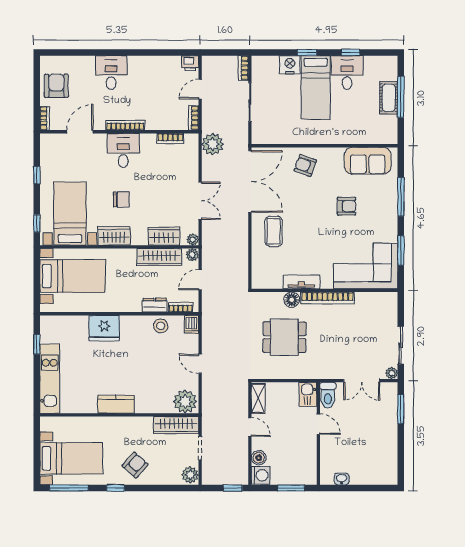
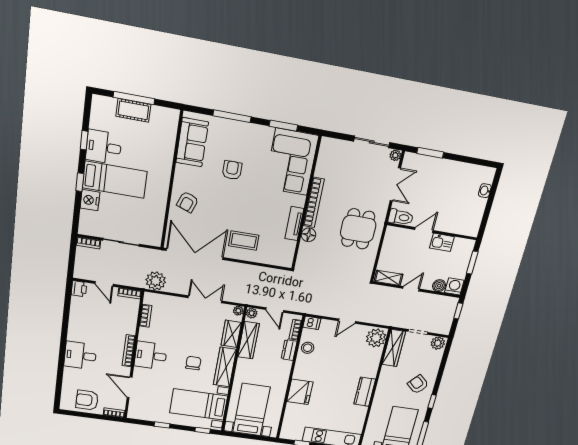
wardrobe: (114, 236) -> (225, 367), width x1.50
dining table: (284, 337) -> (358, 229), moved
kitchen sink: (308, 394) -> (442, 242), moved
washbasin: (342, 479) -> (485, 191), moved

